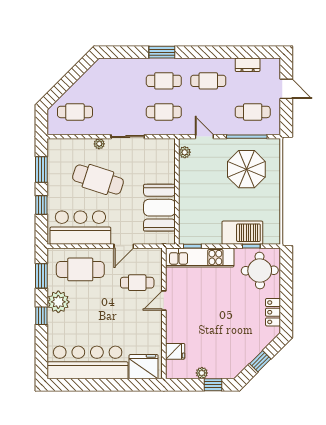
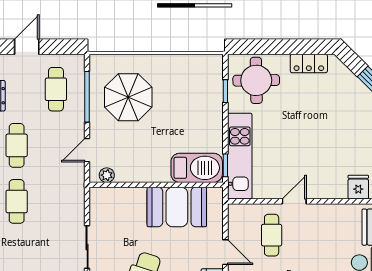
cafe table: (164, 112) -> (56, 201), removed
barbecue: (242, 233) -> (197, 168), moved, turned 90
door: (164, 301) -> (294, 201), swing flipped

